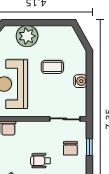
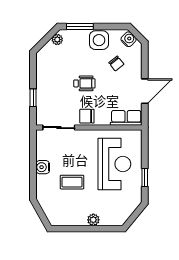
plant: (27, 36) -> (93, 220), width x0.53, depth x0.53
chair: (70, 148) -> (87, 116), moved, turned -90

